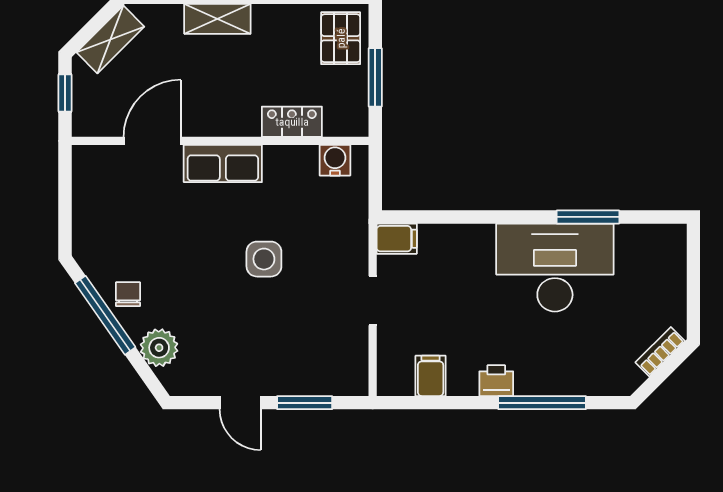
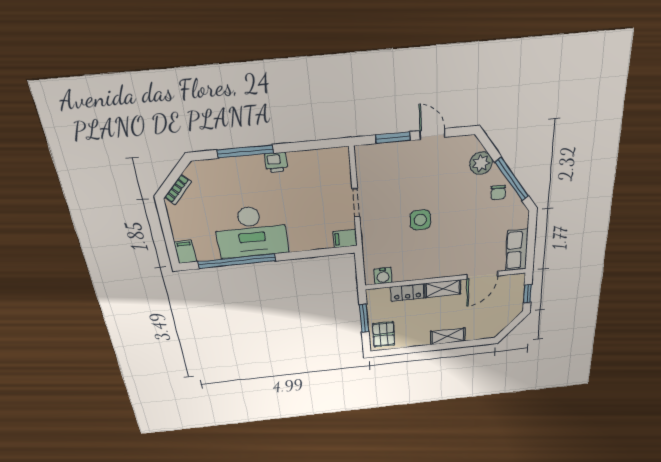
shelving: (110, 40) -> (443, 289), moved, turned 45
row of seats: (223, 164) -> (517, 250), moved, turned -90
window: (588, 217) -> (237, 261), width x2.11
filing cabinet: (431, 376) -> (185, 252), moved, turned 180

